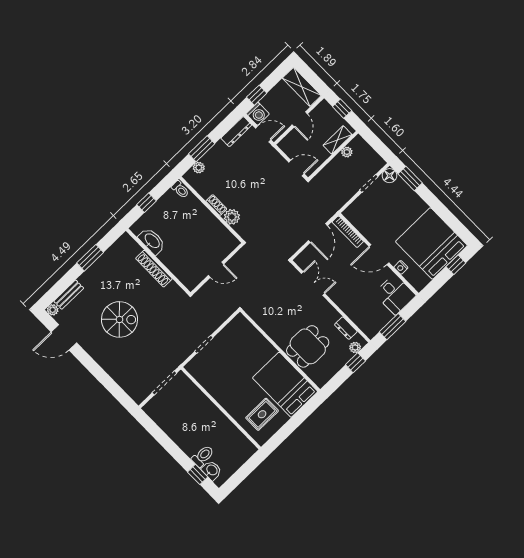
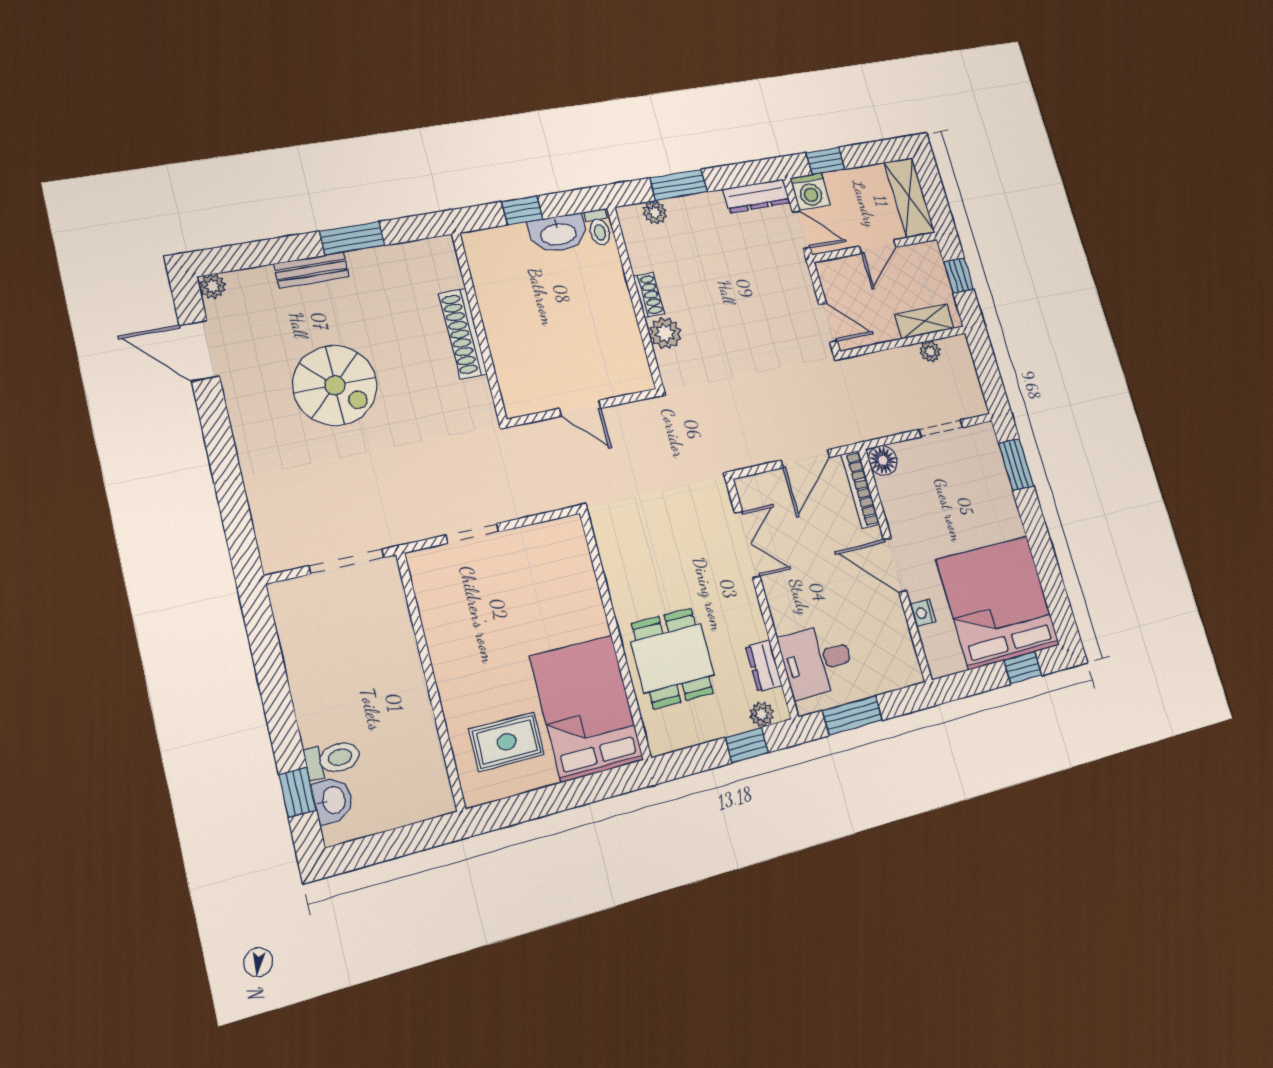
floor lamp: (389, 176) -> (883, 460), moved
washbasin: (152, 241) -> (558, 233), moved, turned 90
desk: (395, 294) -> (817, 661), moved, turned 90
bench: (69, 295) -> (312, 270), moved
dining table: (308, 346) -> (672, 658), turned 90

